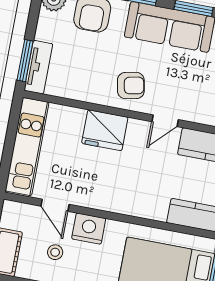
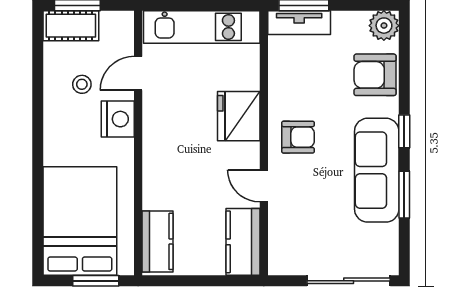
armchair: (131, 85) -> (298, 137), turned -79

